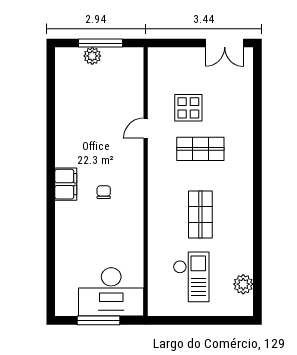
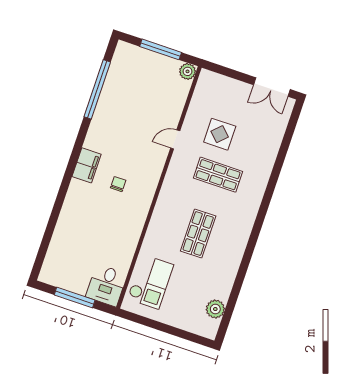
plant: (92, 56) -> (188, 71), moved
window: (51, 104) -> (97, 89), added
checkout: (191, 277) -> (150, 282), moved
desk: (111, 292) -> (106, 285), width x0.53, depth x0.77

